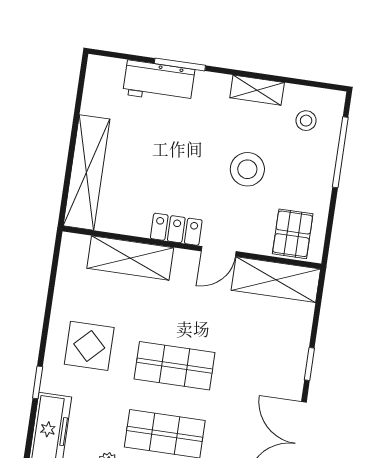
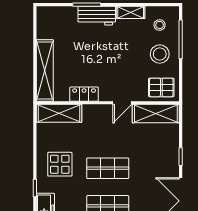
workbench: (159, 82) -> (97, 16), moved
stool: (247, 169) -> (160, 54), moved
locker: (176, 229) -> (84, 94), moved
pallet: (293, 234) -> (161, 87), turned 90
shelving: (130, 258) -> (59, 113), moved

